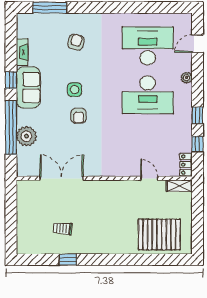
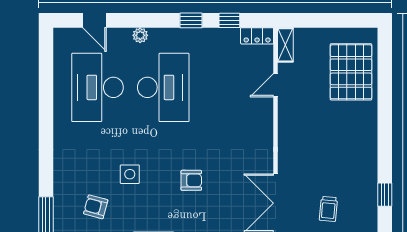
armchair: (76, 42) -> (96, 207), moved
side table: (75, 90) -> (130, 174), moved
trolley: (63, 228) -> (328, 209), moved

